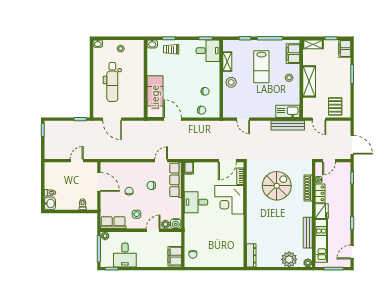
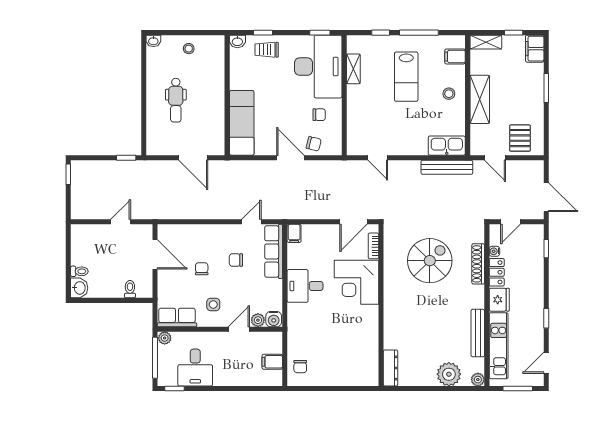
desk: (208, 51) -> (318, 67), width x1.87, depth x1.30
filing cabinet: (293, 54) -> (455, 56), width x0.50
dental chair: (112, 82) -> (176, 100), width x0.73, depth x0.72
stool: (231, 82) -> (359, 101), removed
door: (112, 119) -> (193, 158), moved
door: (173, 119) -> (290, 158), moved
filing cabinet: (175, 256) -> (272, 362), width x0.50

